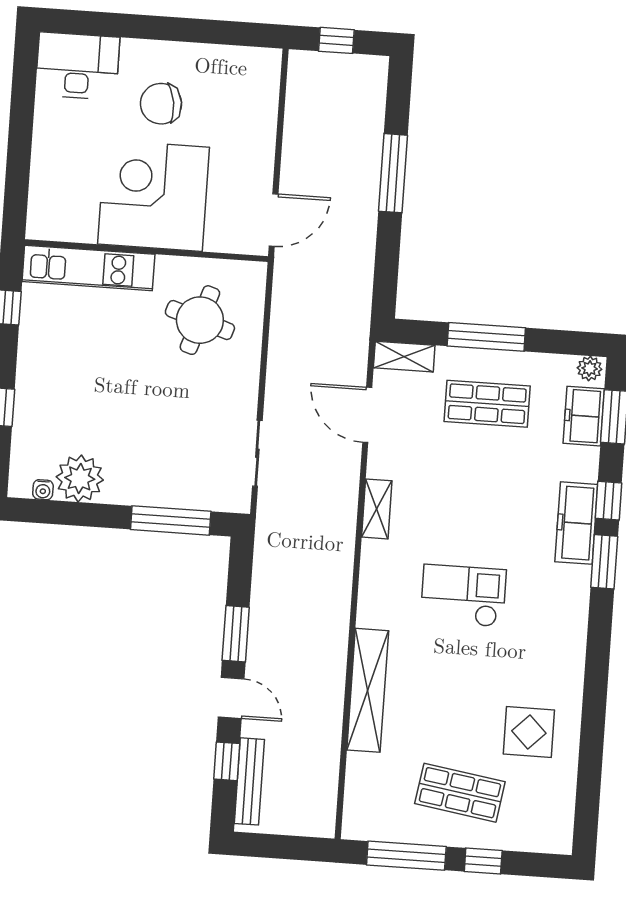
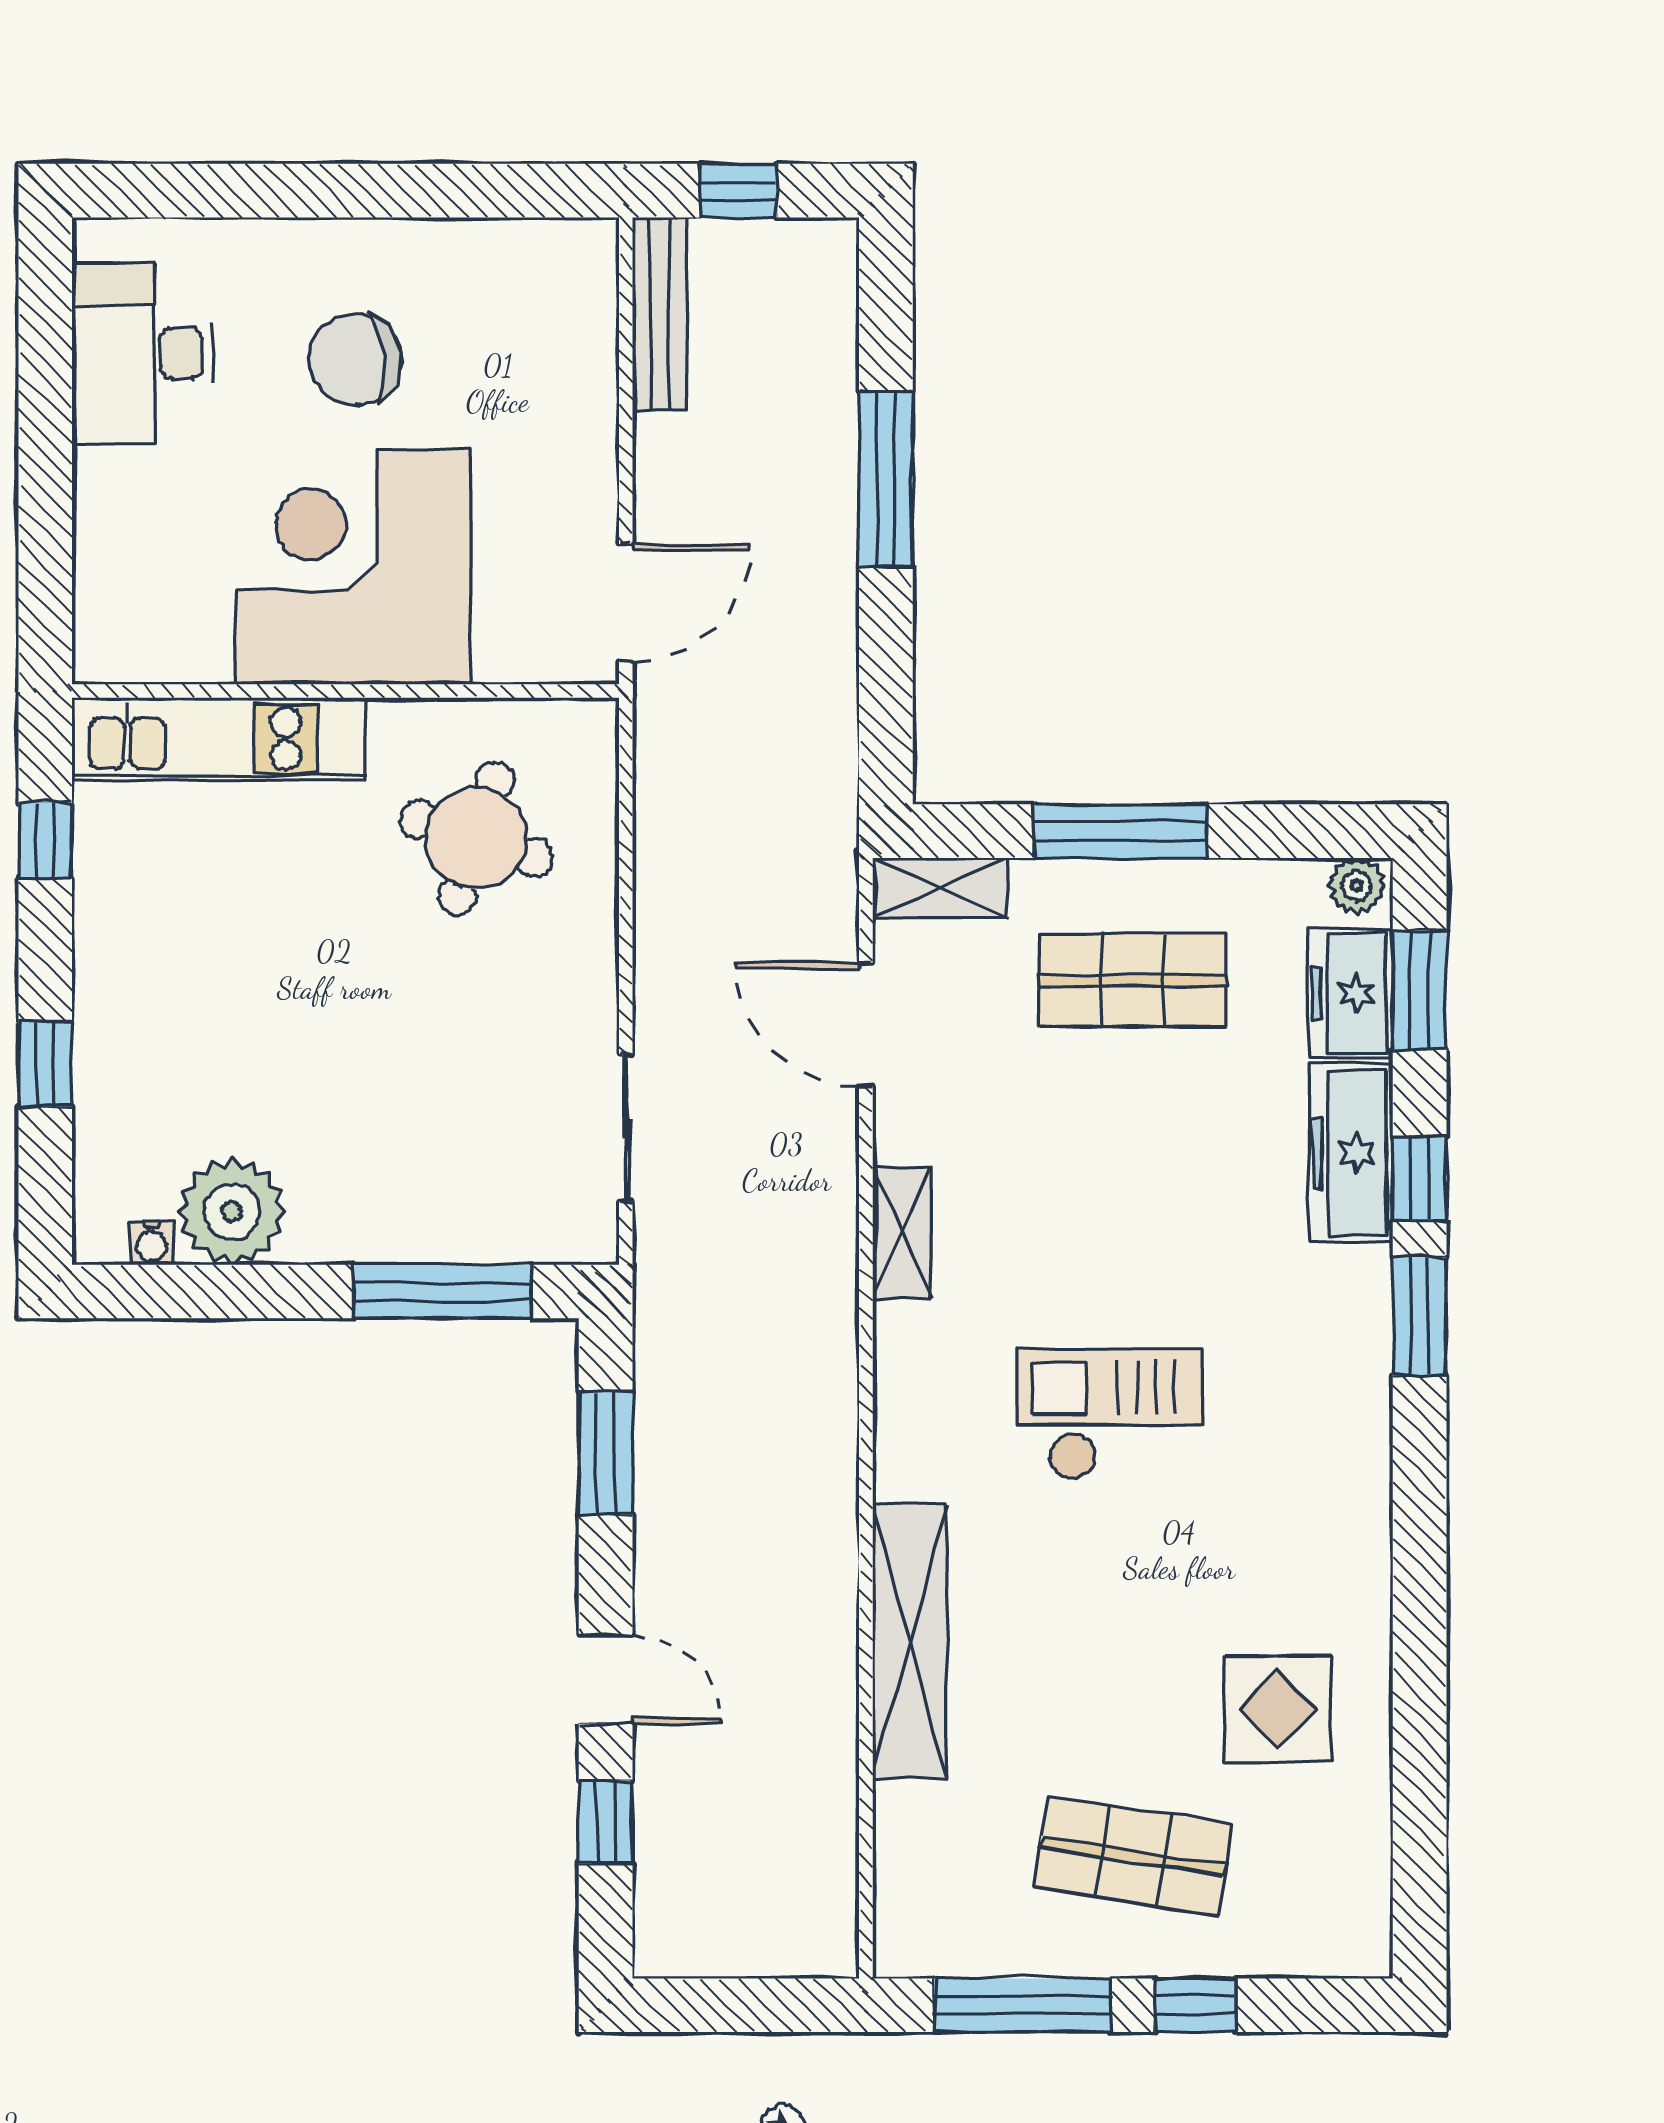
desk: (77, 66) -> (143, 353), moved, turned -90
freezer: (576, 523) -> (1351, 1153), moved
window: (236, 634) -> (606, 1453), moved
bench: (249, 781) -> (659, 314), moved

